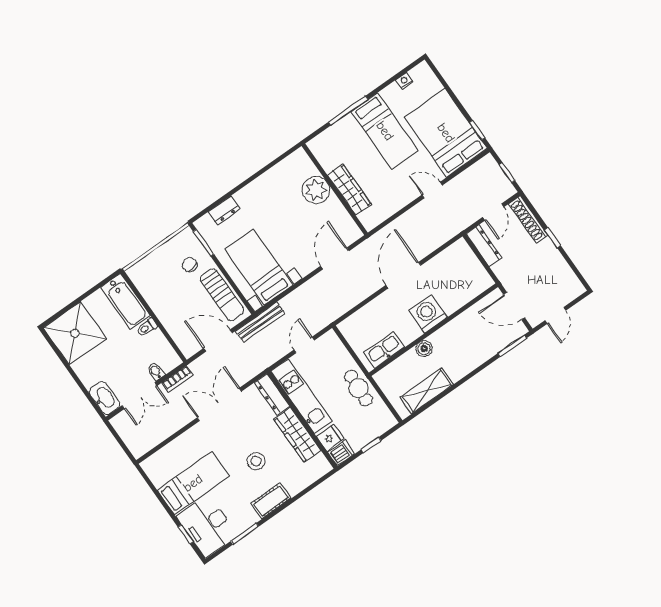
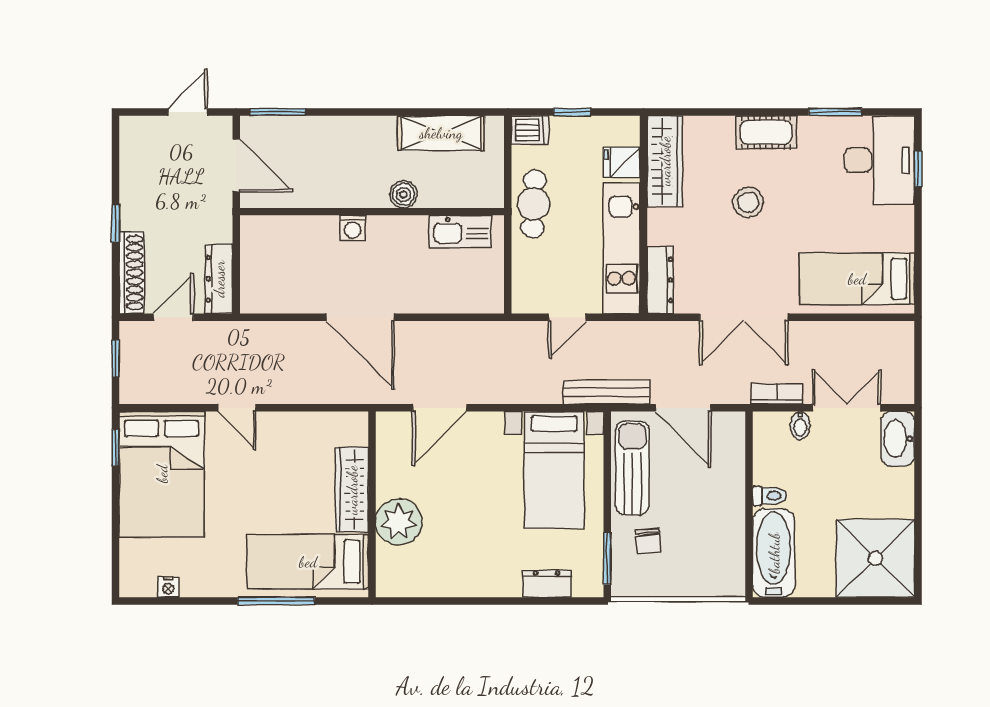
bed: (385, 131) -> (308, 562), moved, turned -90
door: (403, 275) -> (360, 317), hinge flipped
washing machine: (428, 314) -> (353, 228), width x0.53, depth x0.53
wardrobe: (297, 435) -> (665, 161), moved
dishwasher: (341, 453) -> (530, 130), moved, turned 180
bed: (193, 483) -> (857, 279), moved

